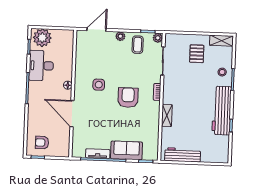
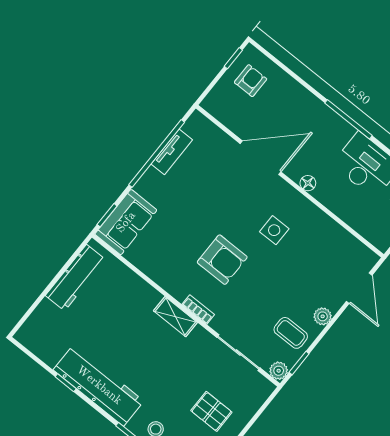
shelving: (167, 115) -> (175, 317), moved
sofa: (127, 150) -> (126, 222), moved

